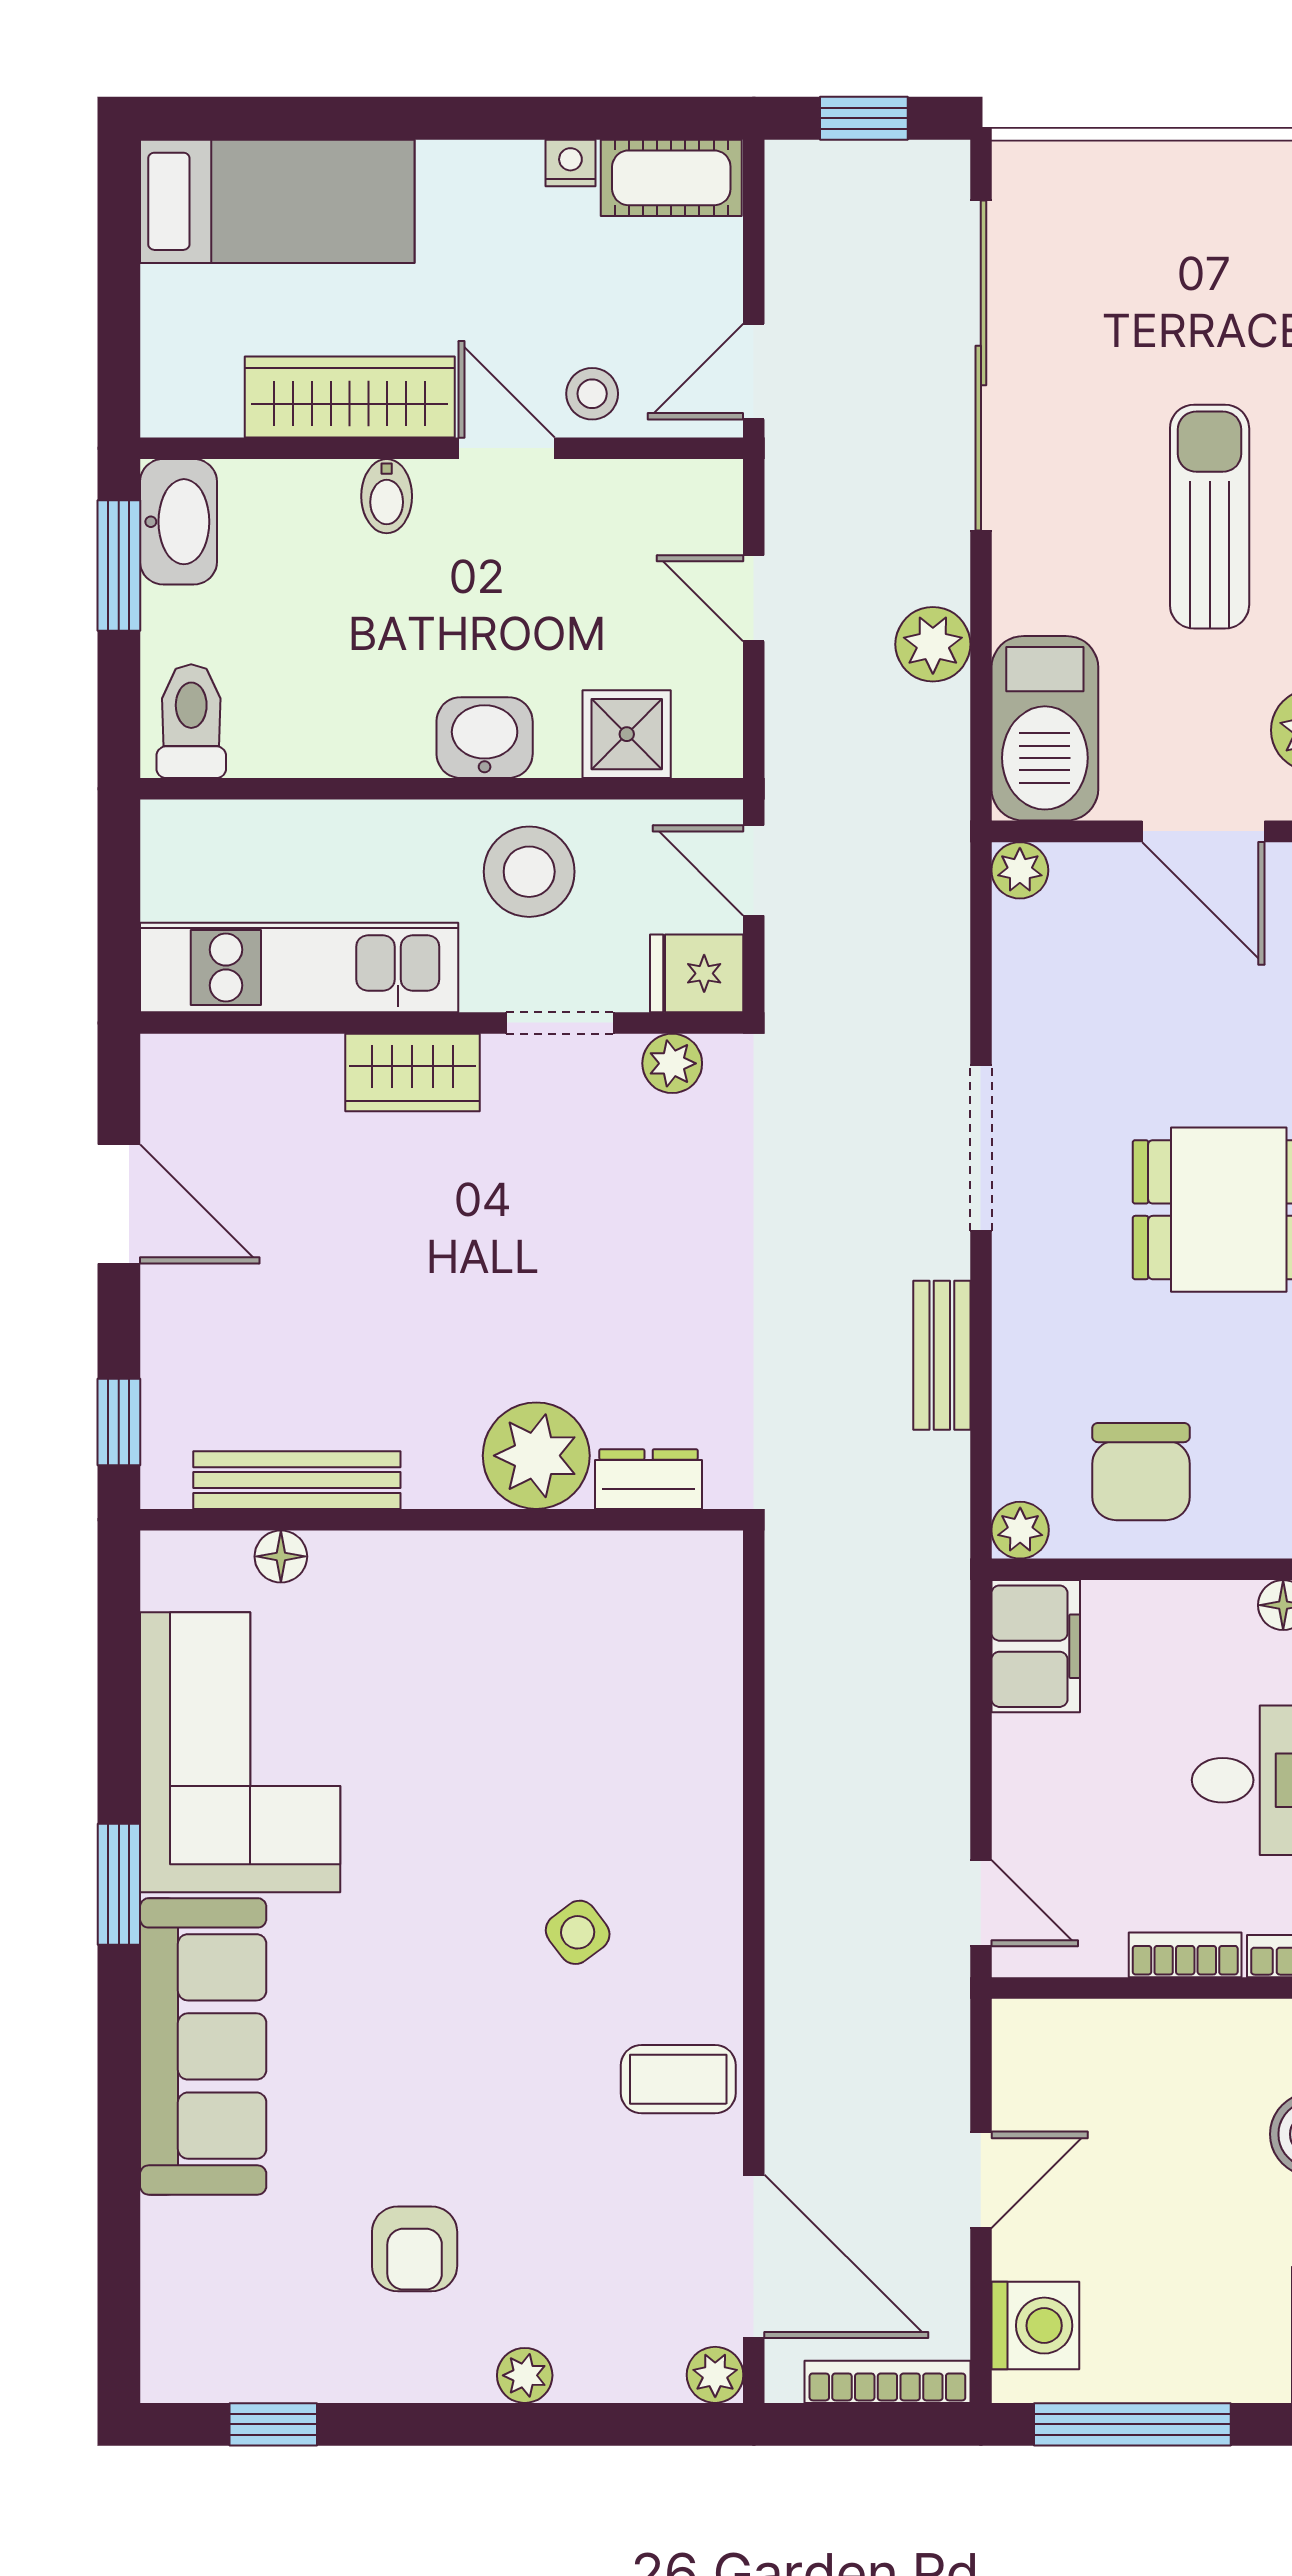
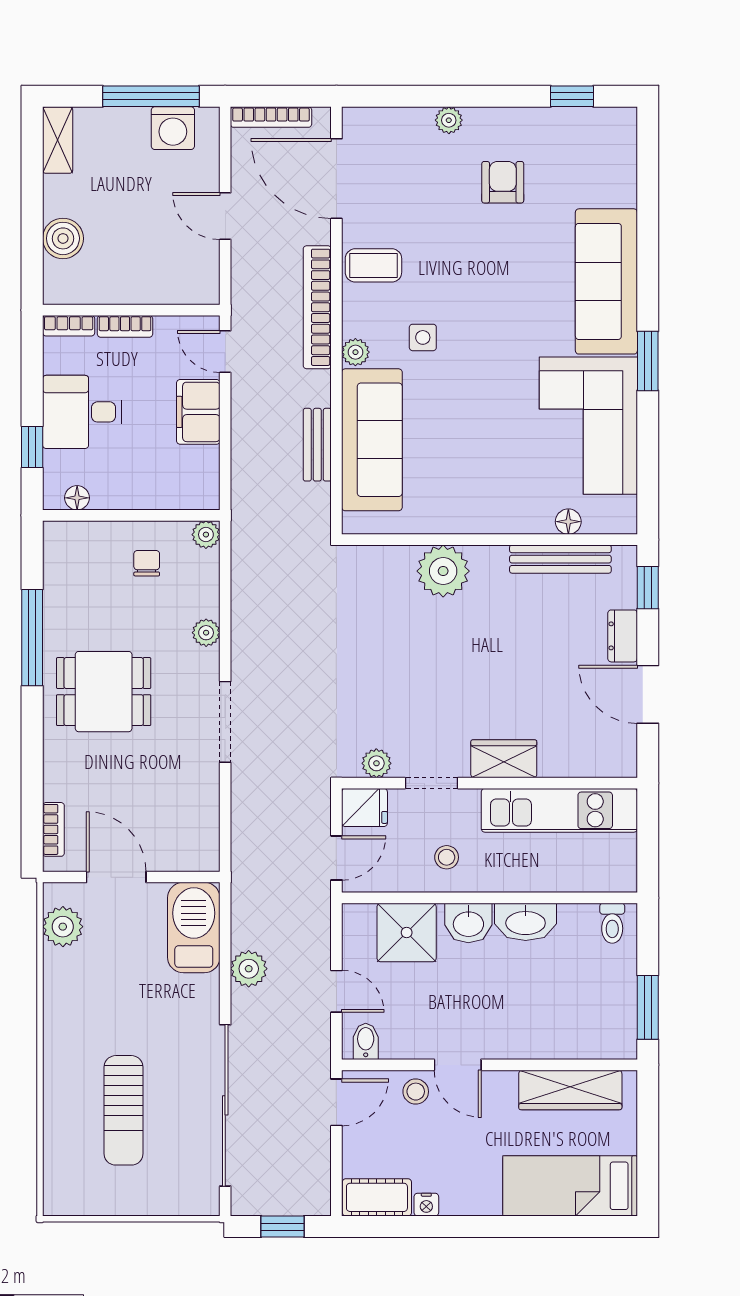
wardrobe: (350, 397) -> (570, 1090), moved
bidet: (387, 496) -> (366, 1041), moved
sun lounger: (1210, 517) -> (124, 1110), moved
washbasin: (178, 522) -> (526, 922), moved, turned -90
toilet: (191, 721) -> (612, 923), width x0.73, depth x0.72
shower: (627, 734) -> (407, 933), width x1.36, depth x1.36
door: (754, 870) -> (336, 858), hinge flipped
plant: (1020, 870) -> (206, 633), moved
stool: (529, 872) -> (447, 857), width x0.53, depth x0.53
bench: (942, 1355) -> (317, 445), moved
chair: (1141, 1472) -> (147, 563), width x0.54, depth x0.54
dresser: (649, 1479) -> (623, 636), moved, turned 90
filing cabinet: (1036, 1646) -> (198, 412), moved
sofa: (682, 1723) -> (372, 440), added
side table: (578, 1932) -> (423, 337), turned 37
bookcase: (793, 1994) -> (317, 307), added
door: (981, 2180) -> (225, 216), hinge flipped
washing machine: (1035, 2326) -> (173, 128), moved, turned -90
plant: (715, 2375) -> (355, 352), moved

